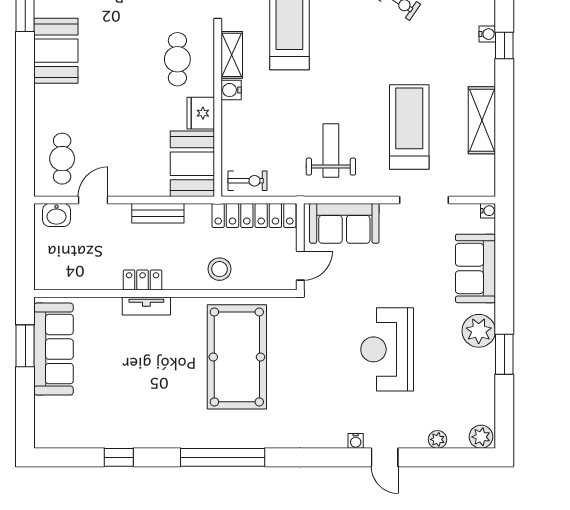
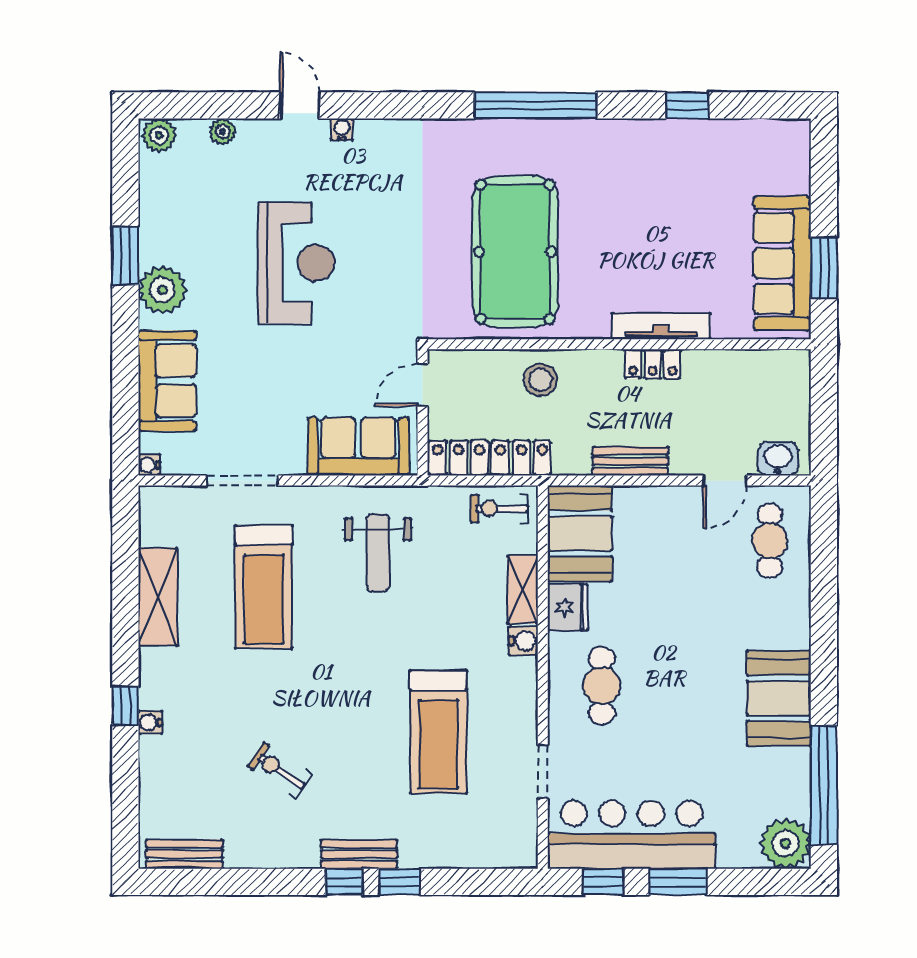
shelving: (232, 55) -> (523, 590), moved
tv unit: (146, 306) -> (661, 326), width x1.41

